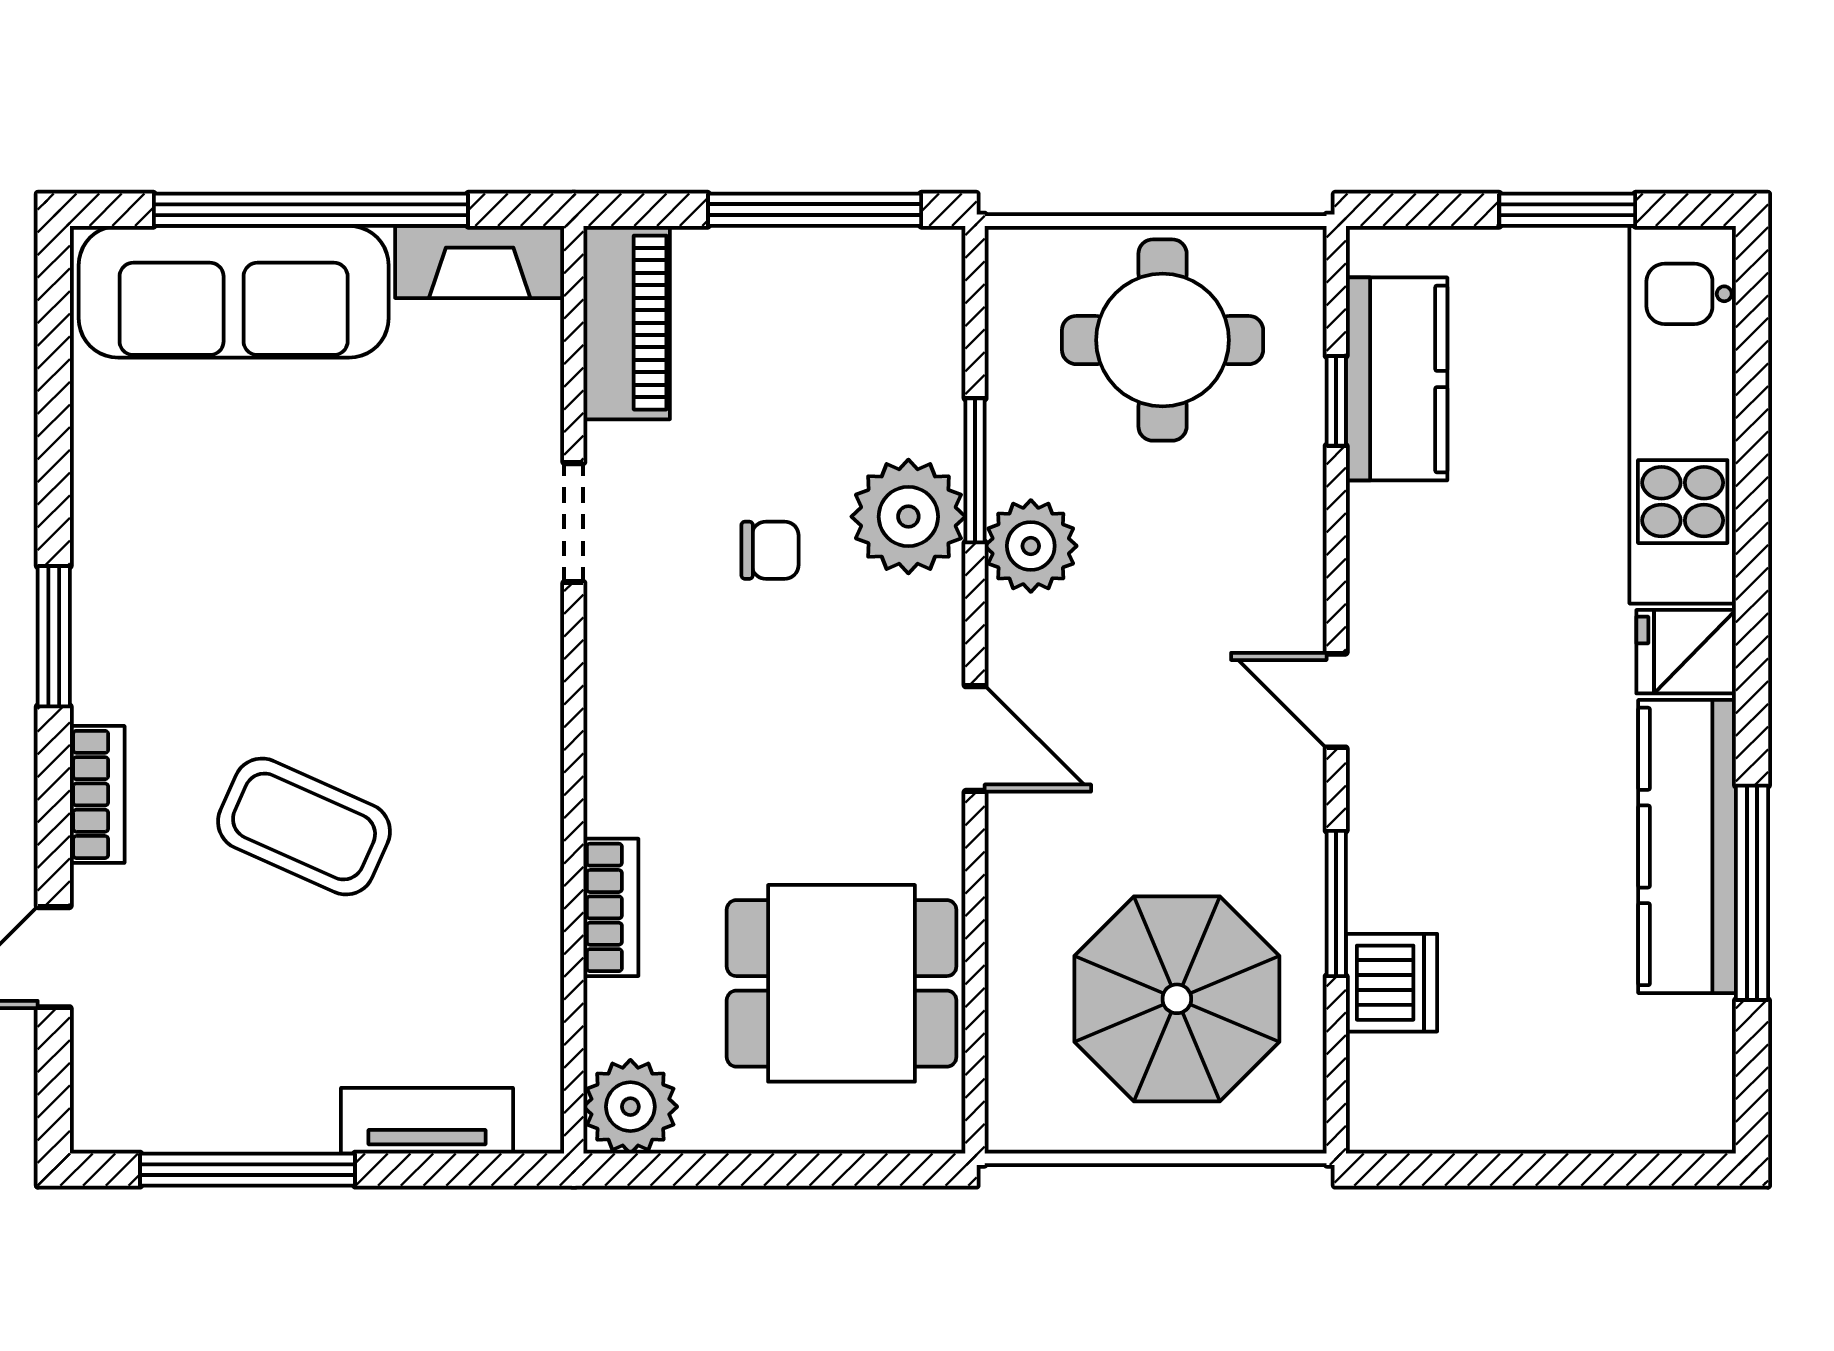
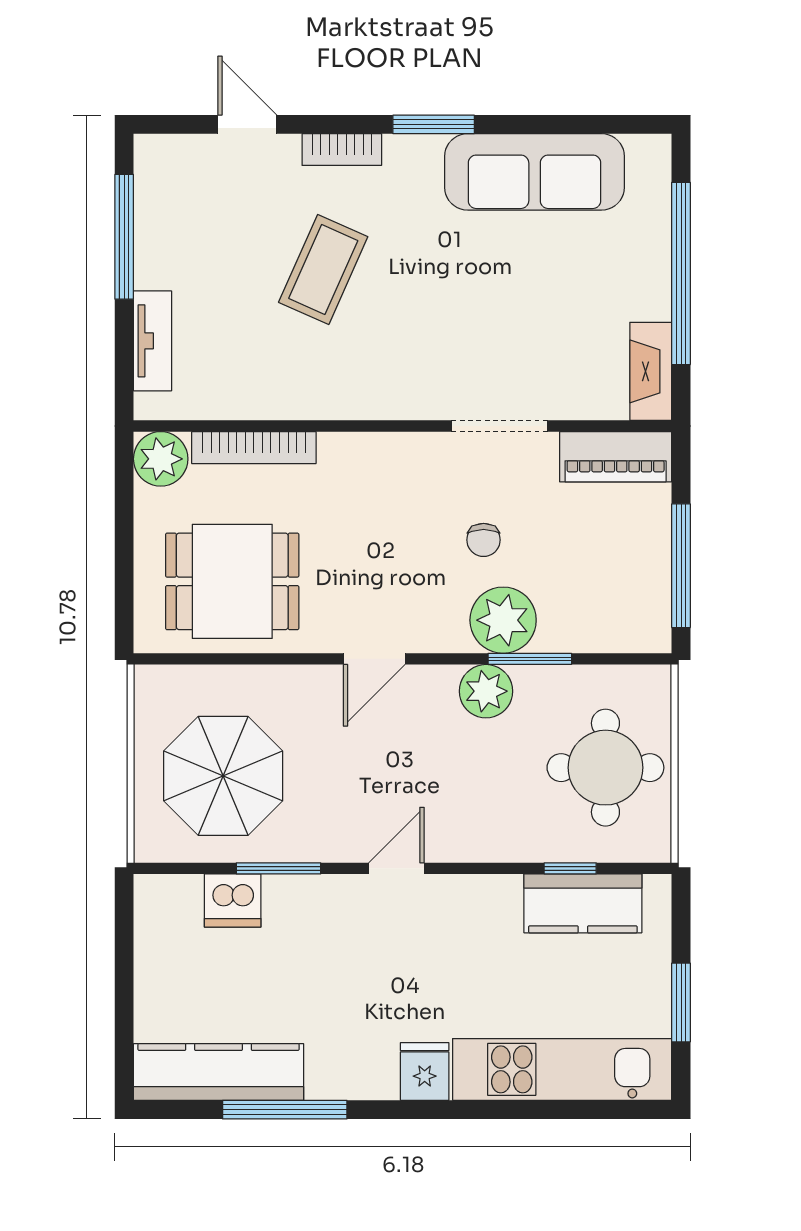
sofa: (234, 292) -> (535, 172), moved, turned -90
doorway: (574, 523) -> (500, 426), width x1.38
kitchen counter: (1687, 846) -> (219, 1072), moved
bookcase: (611, 907) -> (254, 448), width x1.56
dining table: (842, 983) -> (232, 581), turned 90

